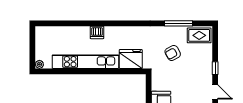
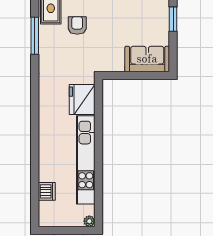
dishwasher: (97, 32) -> (47, 191), moved
armchair: (173, 53) -> (77, 25), moved, turned -152

